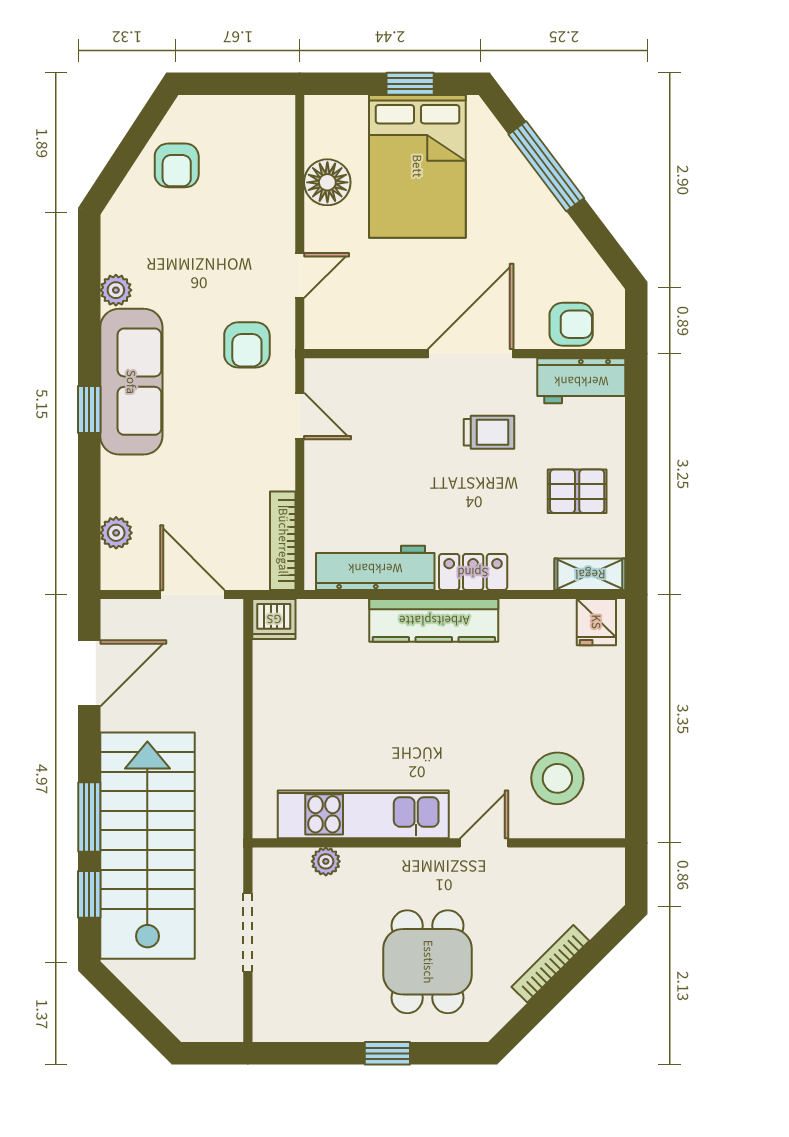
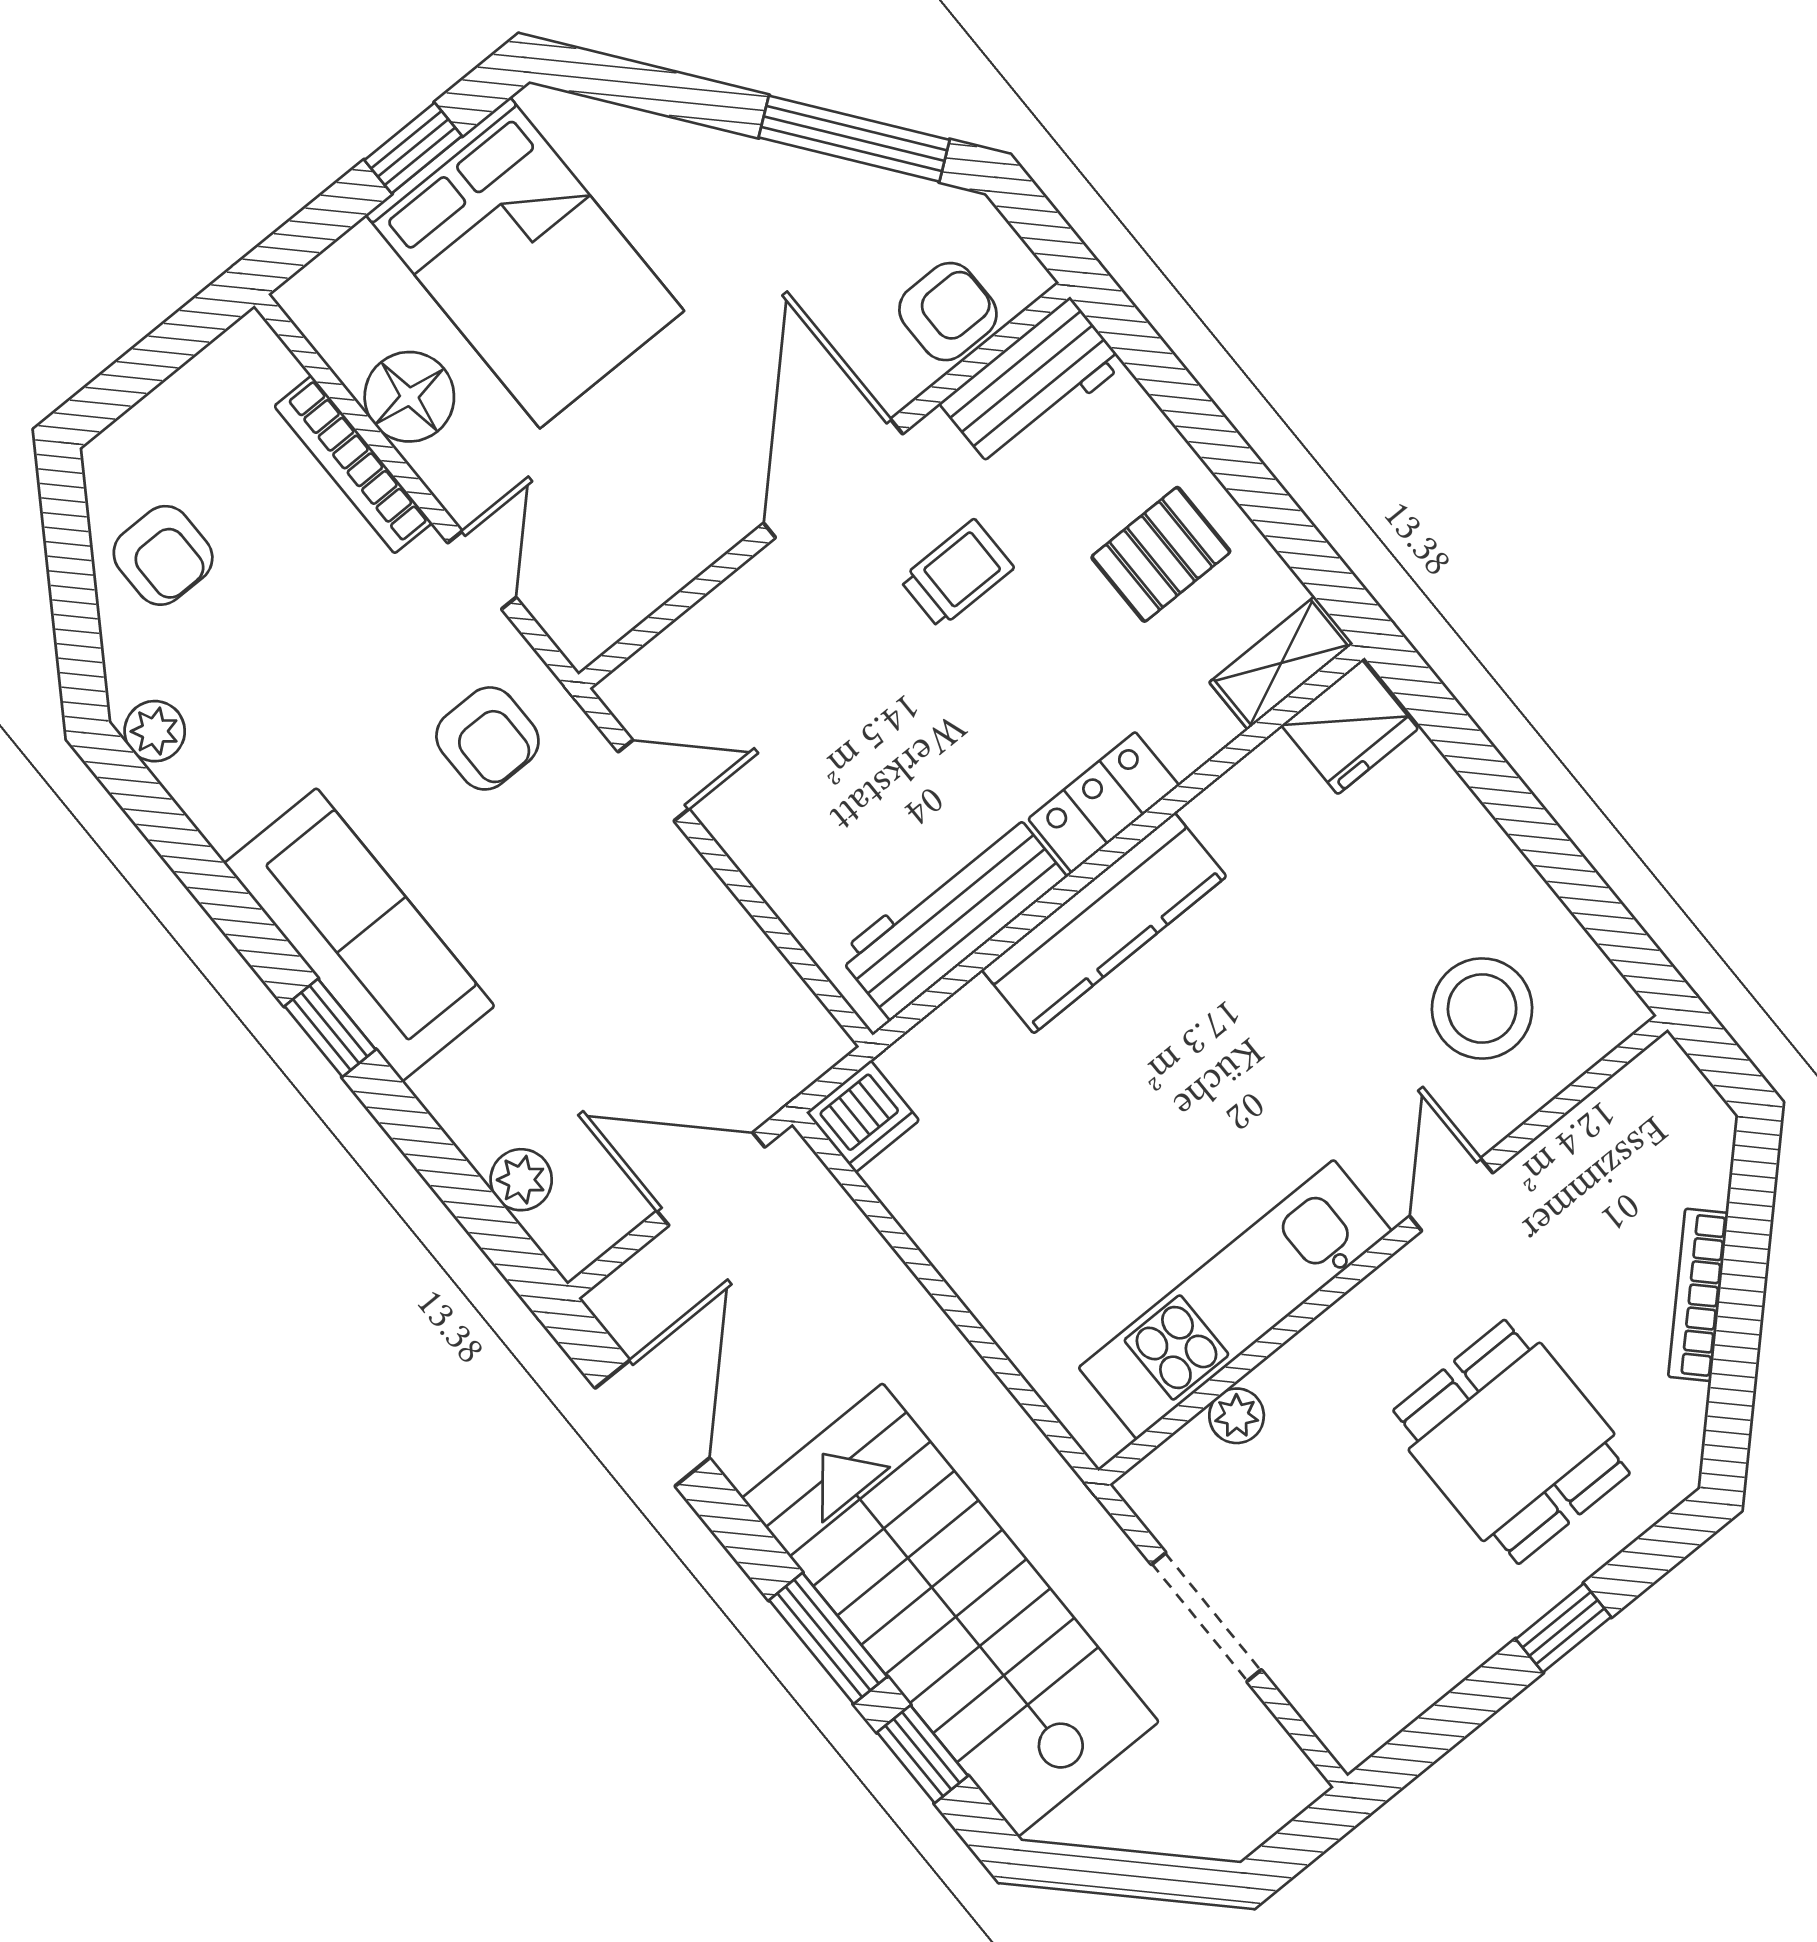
window: (546, 166) -> (854, 139), moved
plant: (116, 290) -> (155, 731), moved
bookcase: (283, 541) -> (353, 465), moved
fridge: (596, 622) -> (1350, 727), width x1.38

